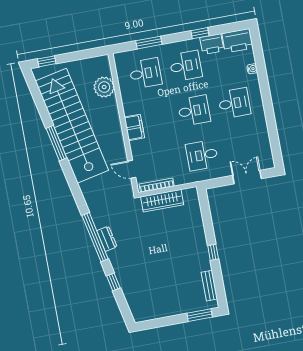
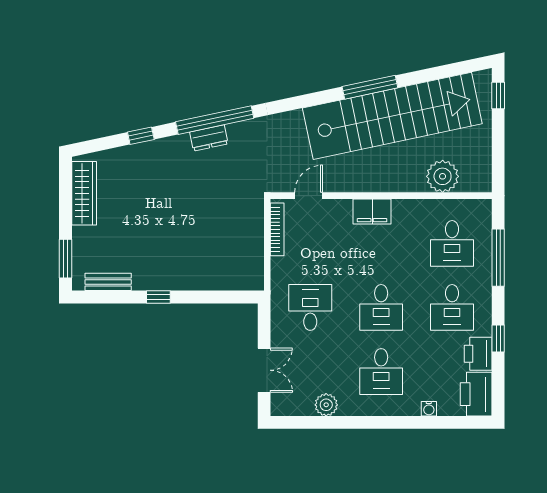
window: (149, 43) -> (498, 258), width x1.44
plant: (262, 134) -> (326, 405), added
wardrobe: (162, 201) -> (84, 193), moved, turned 180

